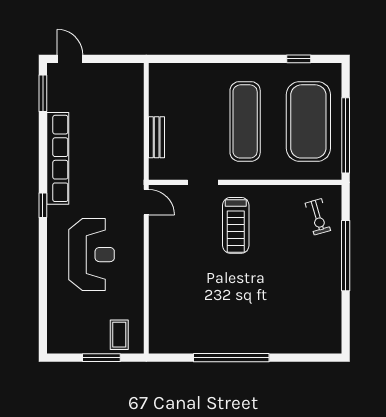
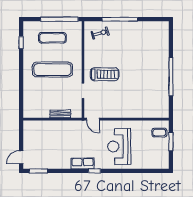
exercise mat: (308, 121) -> (52, 38), width x0.50, depth x0.69
row of seats: (58, 158) -> (83, 163), width x0.50
door: (146, 202) -> (93, 119), swing flipped
reception desk: (92, 255) -> (119, 147), turned -90

